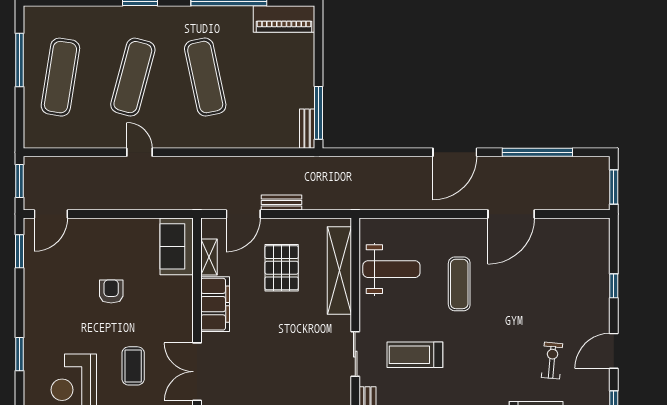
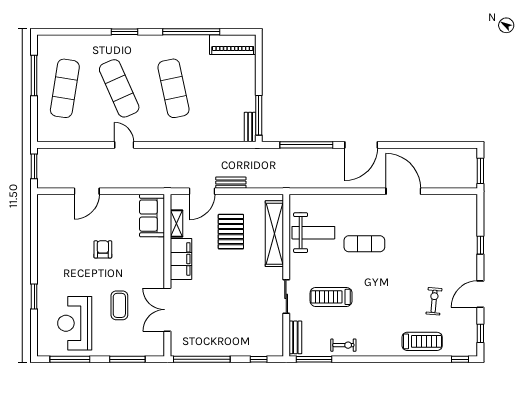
exercise mat: (133, 77) -> (119, 88), turned -39
window: (537, 152) -> (306, 145), moved
door: (51, 214) -> (87, 191), moved
door: (511, 214) -> (403, 191), swing flipped
window: (20, 251) -> (34, 219), removed
exercise mat: (459, 284) -> (364, 244), turned 90

